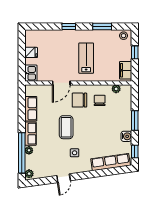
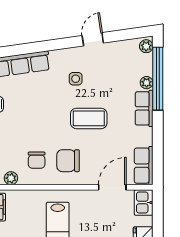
door: (61, 83) -> (112, 187), moved
chair: (79, 100) -> (68, 161), turned 180
row of seats: (31, 109) -> (144, 166), moved
coffee table: (66, 127) -> (89, 118), turned 90

